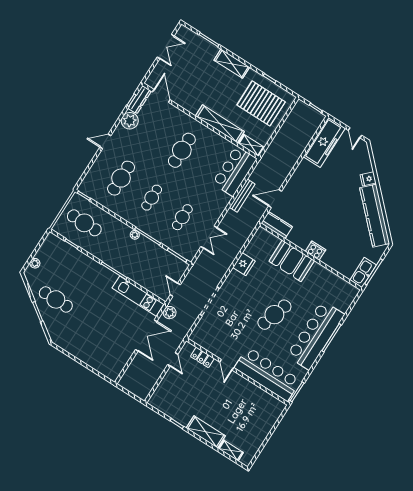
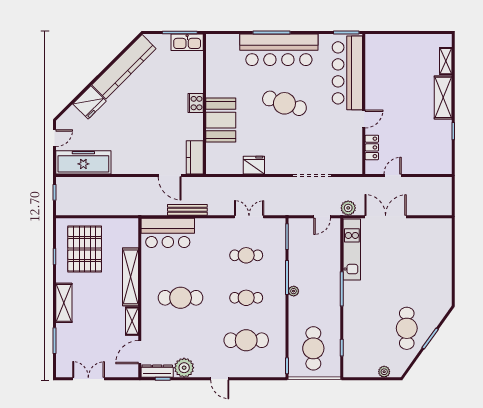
shelving: (251, 145) -> (132, 321), moved
fridge: (368, 179) -> (90, 102), width x1.88, depth x1.34

